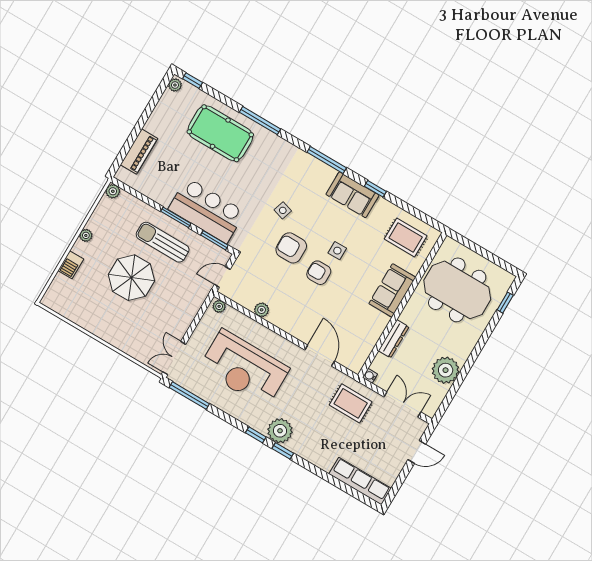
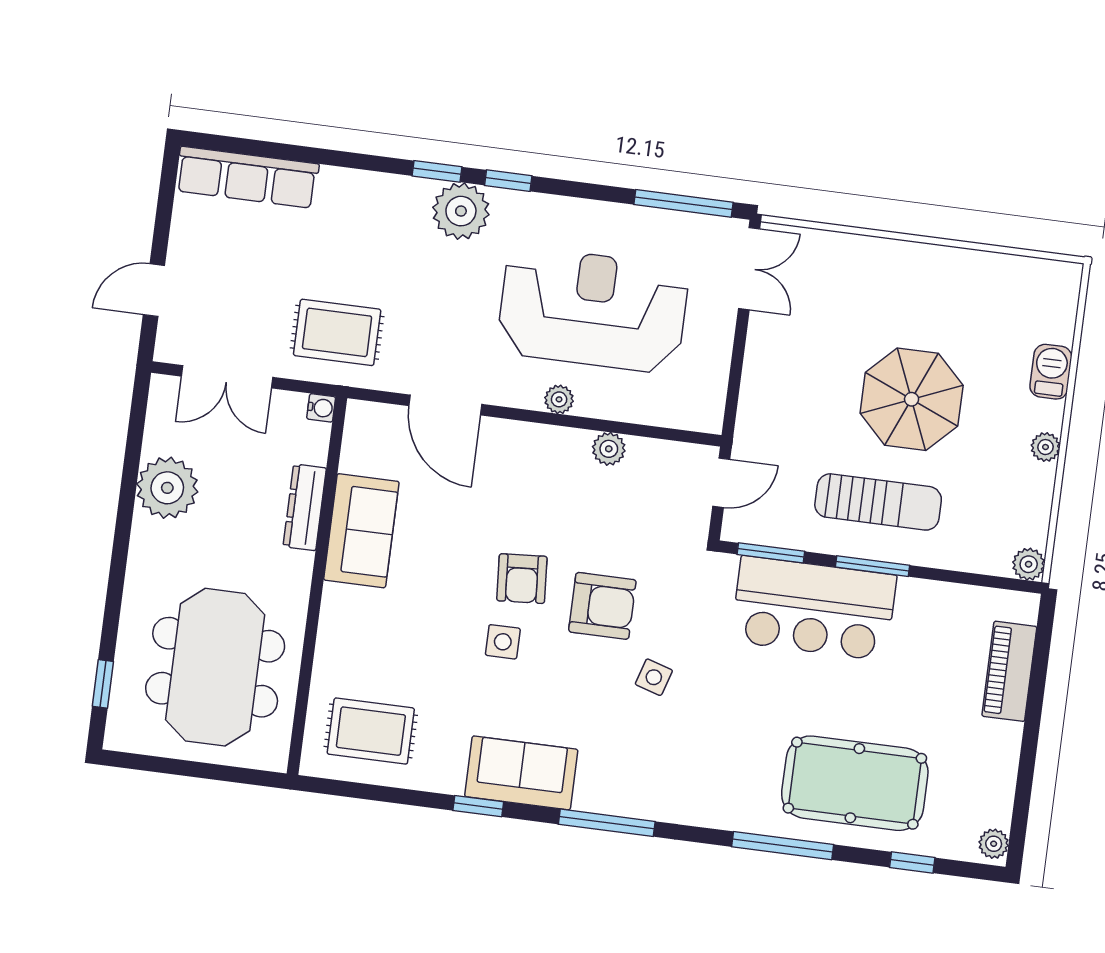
window: (193, 81) -> (912, 862), moved
armchair: (319, 273) -> (522, 579), turned 86
sofa: (392, 290) -> (361, 531), moved
meeting table: (457, 290) -> (215, 667), turned 90
plant: (219, 306) -> (559, 399), moved

